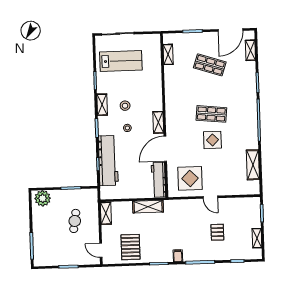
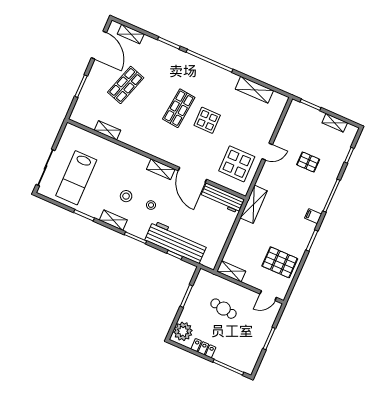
shelving: (168, 54) -> (107, 130), moved
lab bench: (121, 61) -> (76, 178), turned 180
shelving: (148, 207) -> (254, 204), moved
locker: (37, 220) -> (203, 348), added

